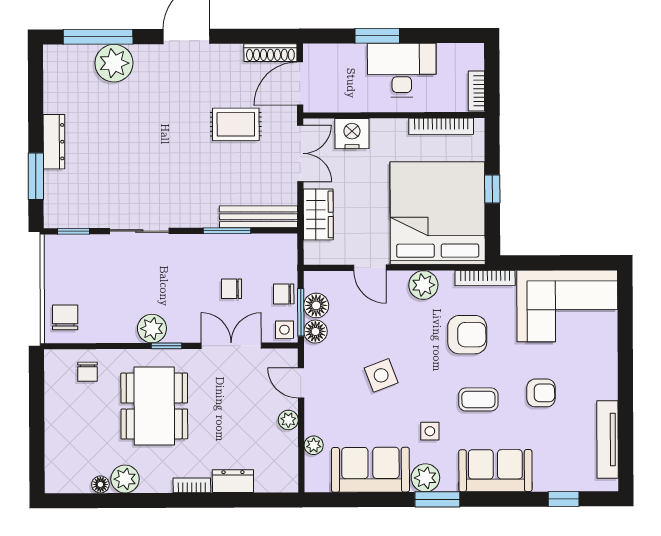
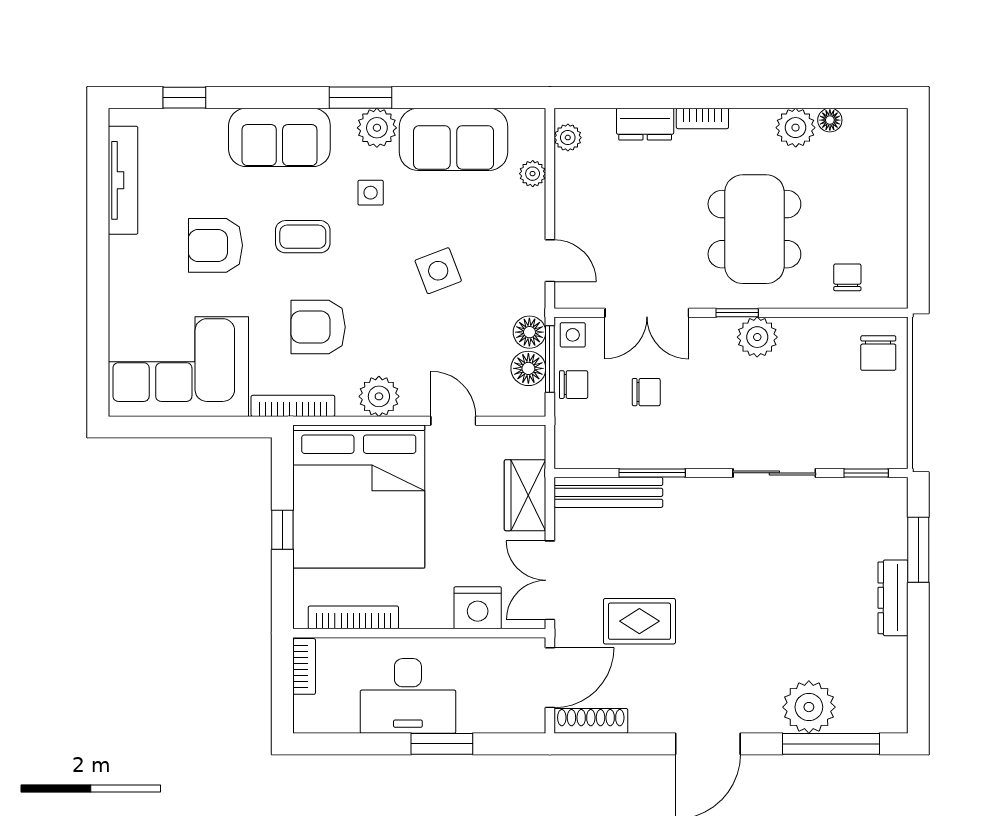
armchair: (541, 393) -> (215, 245), width x1.38, depth x1.38
plant: (288, 420) -> (568, 138), moved

